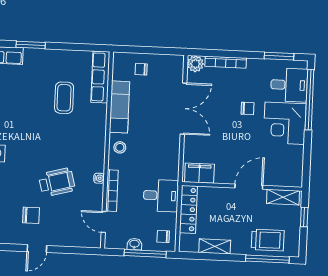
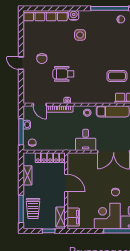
filing cabinet: (199, 173) -> (73, 217), moved
wheelchair: (57, 182) -> (63, 74), turned 105
door: (249, 187) -> (66, 183), moved
desk: (161, 196) -> (86, 140), moved
door: (104, 222) -> (40, 105), swing flipped

